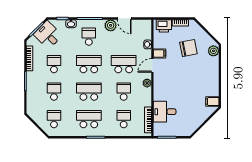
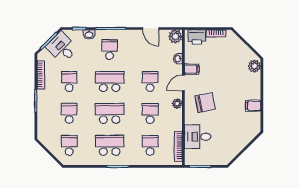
plant: (111, 25) -> (175, 36), moved
chair: (188, 48) -> (205, 102), moved
school desk: (124, 64) -> (150, 81), width x0.54
filing cabinet: (212, 102) -> (253, 106), moved

